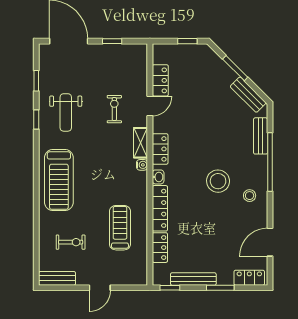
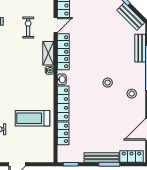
locker: (160, 149) -> (63, 52), width x1.53
stool: (218, 181) -> (108, 83), width x0.53, depth x0.53
treadmill: (120, 228) -> (33, 118), turned -90
bench: (193, 279) -> (102, 157), moved

